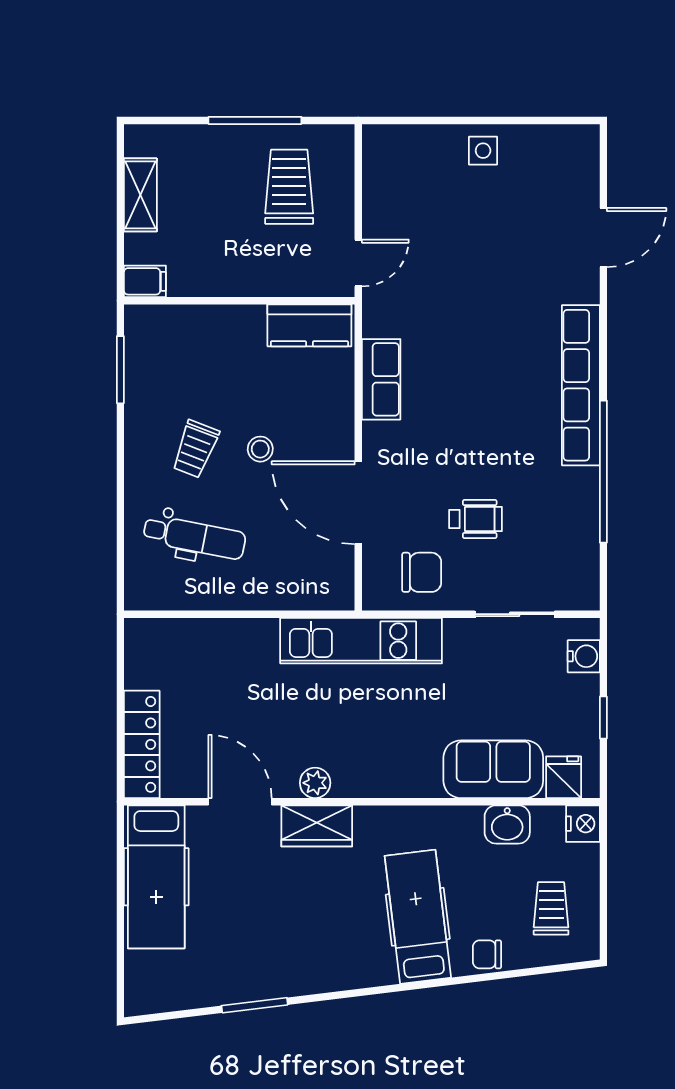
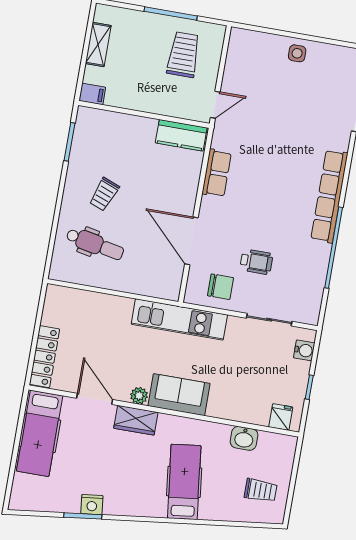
stool: (260, 449) -> (141, 201), removed
sofa: (493, 769) -> (179, 395), moved
nightstand: (583, 824) -> (92, 505), moved, turned 83
trolley: (551, 908) -> (261, 490), turned 90
chair: (487, 954) -> (220, 510), removed

